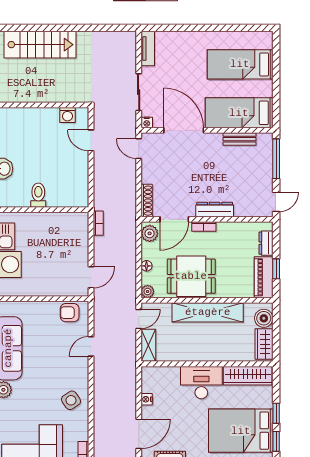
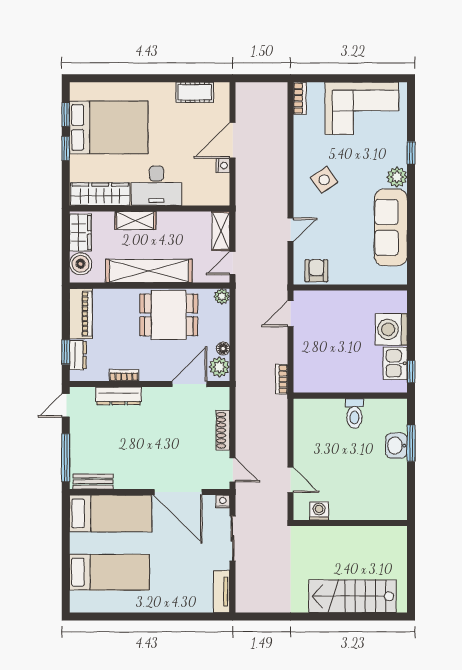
bench: (239, 139) -> (93, 482), moved
shoe rack: (147, 201) -> (223, 430), moved
dresser: (215, 210) -> (118, 396), moved
bookcase: (204, 227) -> (124, 375), moved
floor lamp: (146, 266) -> (223, 348), moved
window: (276, 269) -> (66, 352), moved
armchair: (70, 313) -> (316, 271), turned -90
shelving: (219, 354) -> (135, 220), added
side table: (71, 400) -> (324, 180), moved
door: (139, 434) -> (233, 140), moved

